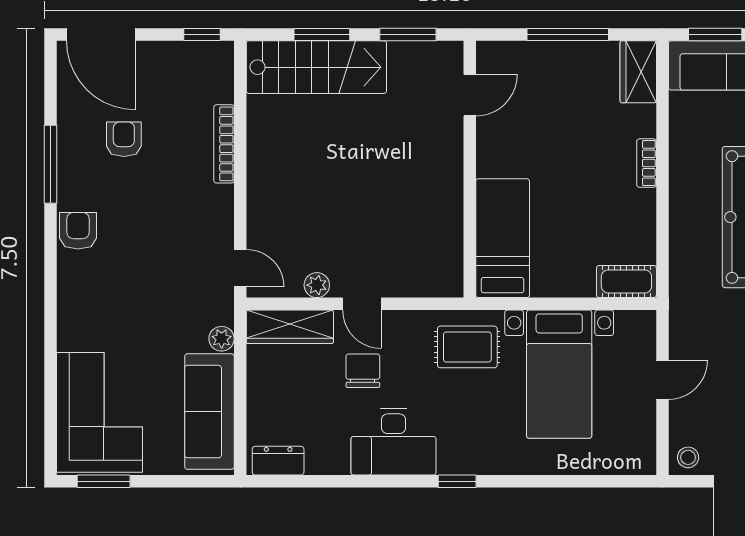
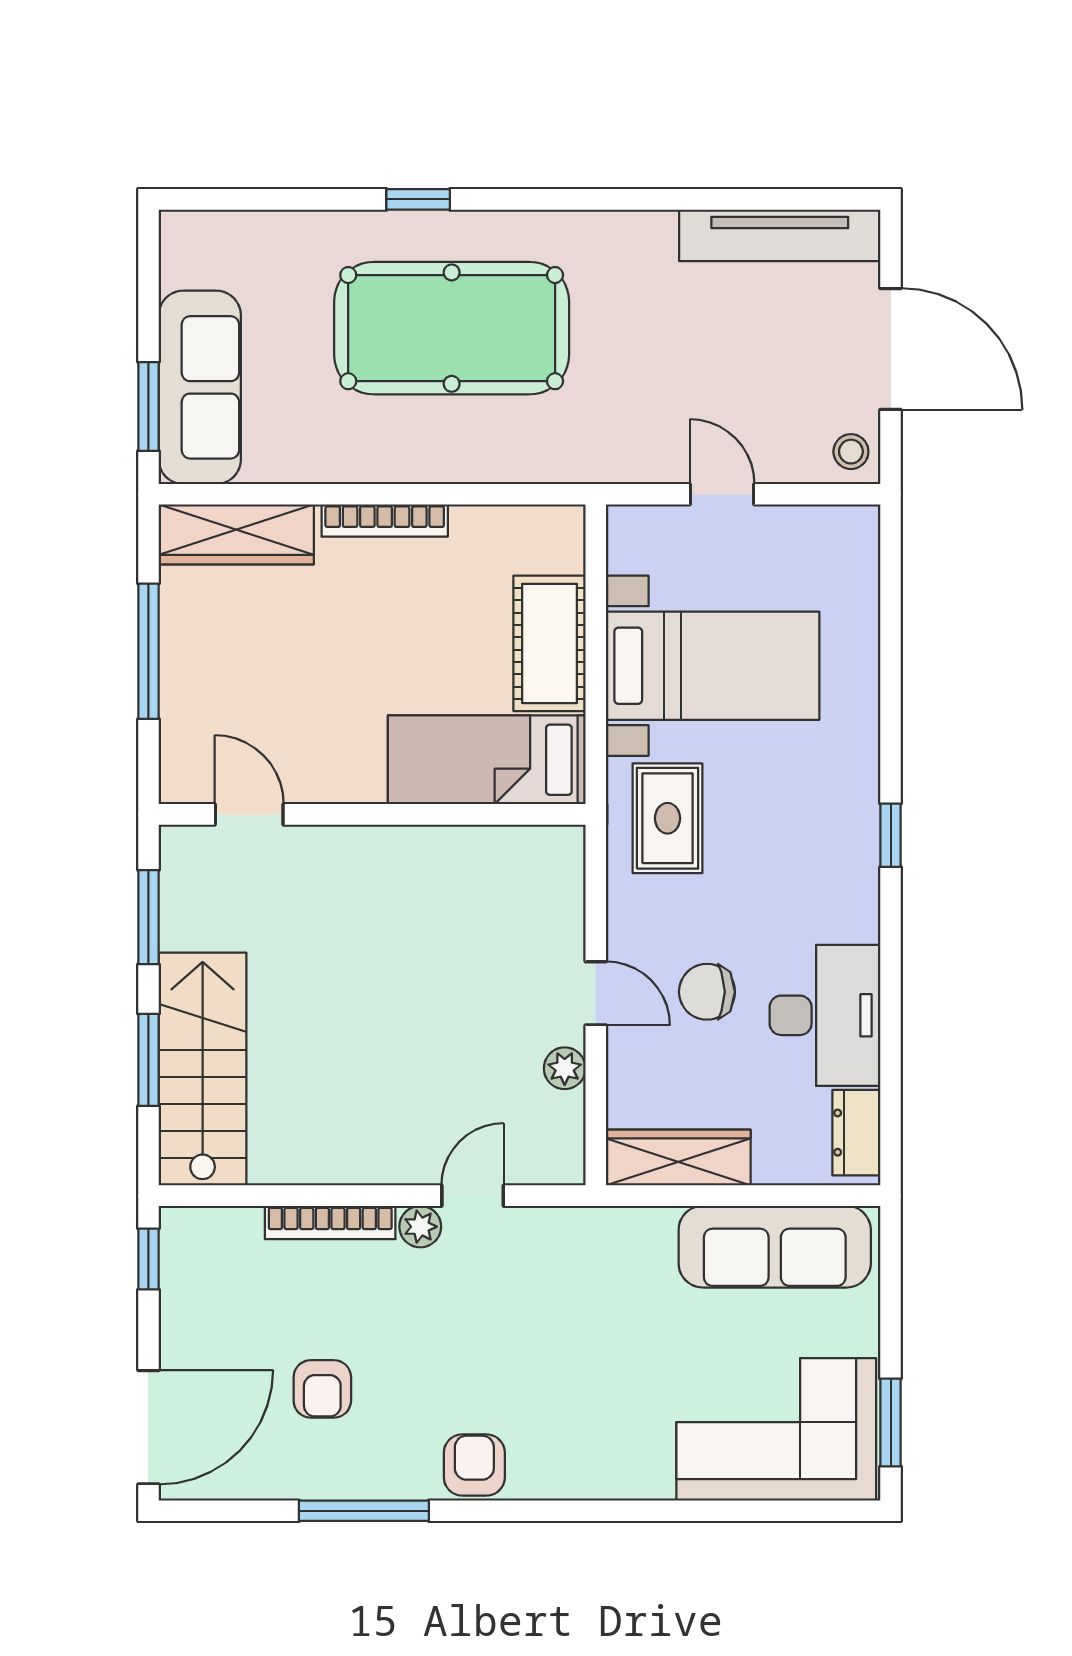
wardrobe: (638, 72) -> (236, 534), width x1.50
armchair: (124, 139) -> (322, 1389), turned -90
bookcase: (647, 163) -> (385, 521), width x1.56
armchair: (78, 231) -> (474, 1465), turned 90
door: (240, 268) -> (473, 1196), moved
cot: (626, 281) -> (550, 643), moved, width x1.37, depth x1.34
door: (362, 304) -> (596, 993), hinge flipped
wardrobe: (290, 327) -> (678, 1157), moved, turned -90
plant: (222, 339) -> (420, 1227), moved
desk: (394, 442) -> (825, 1015), moved

